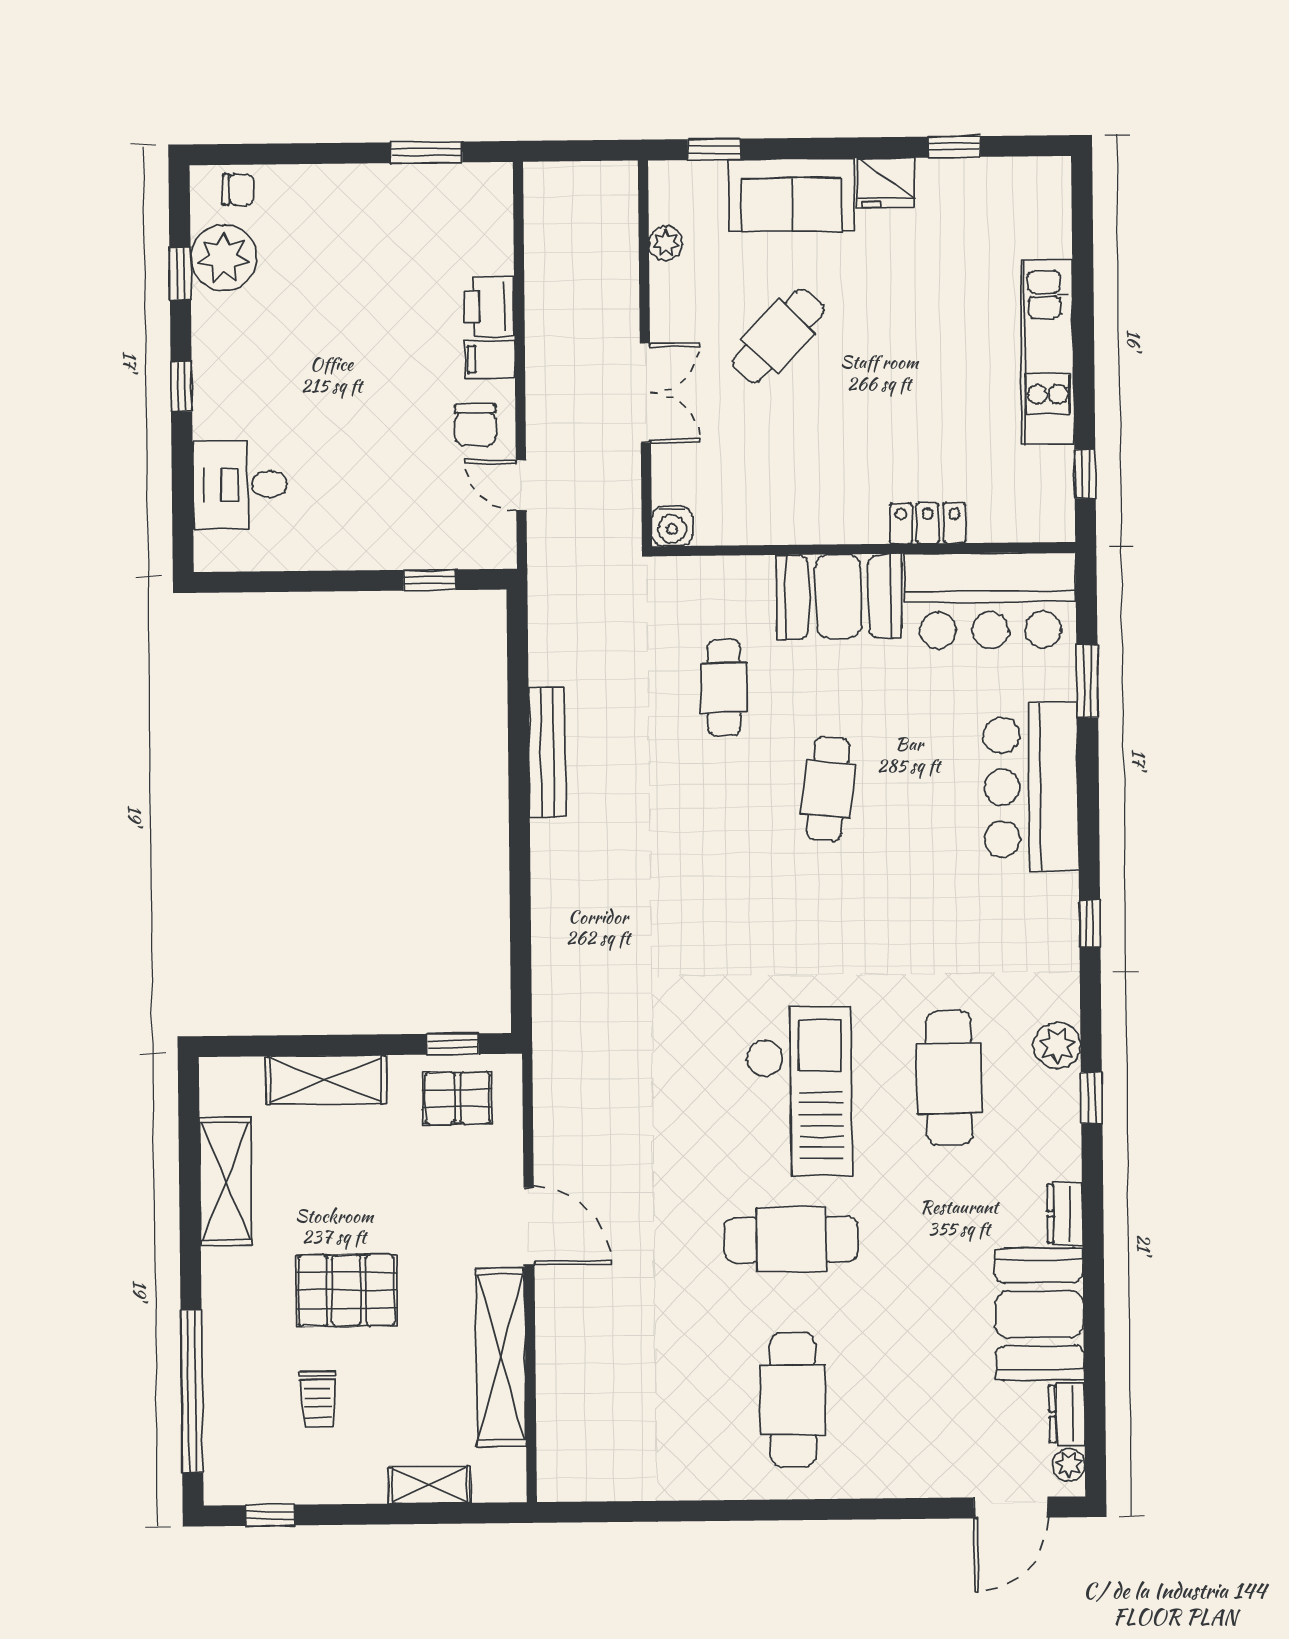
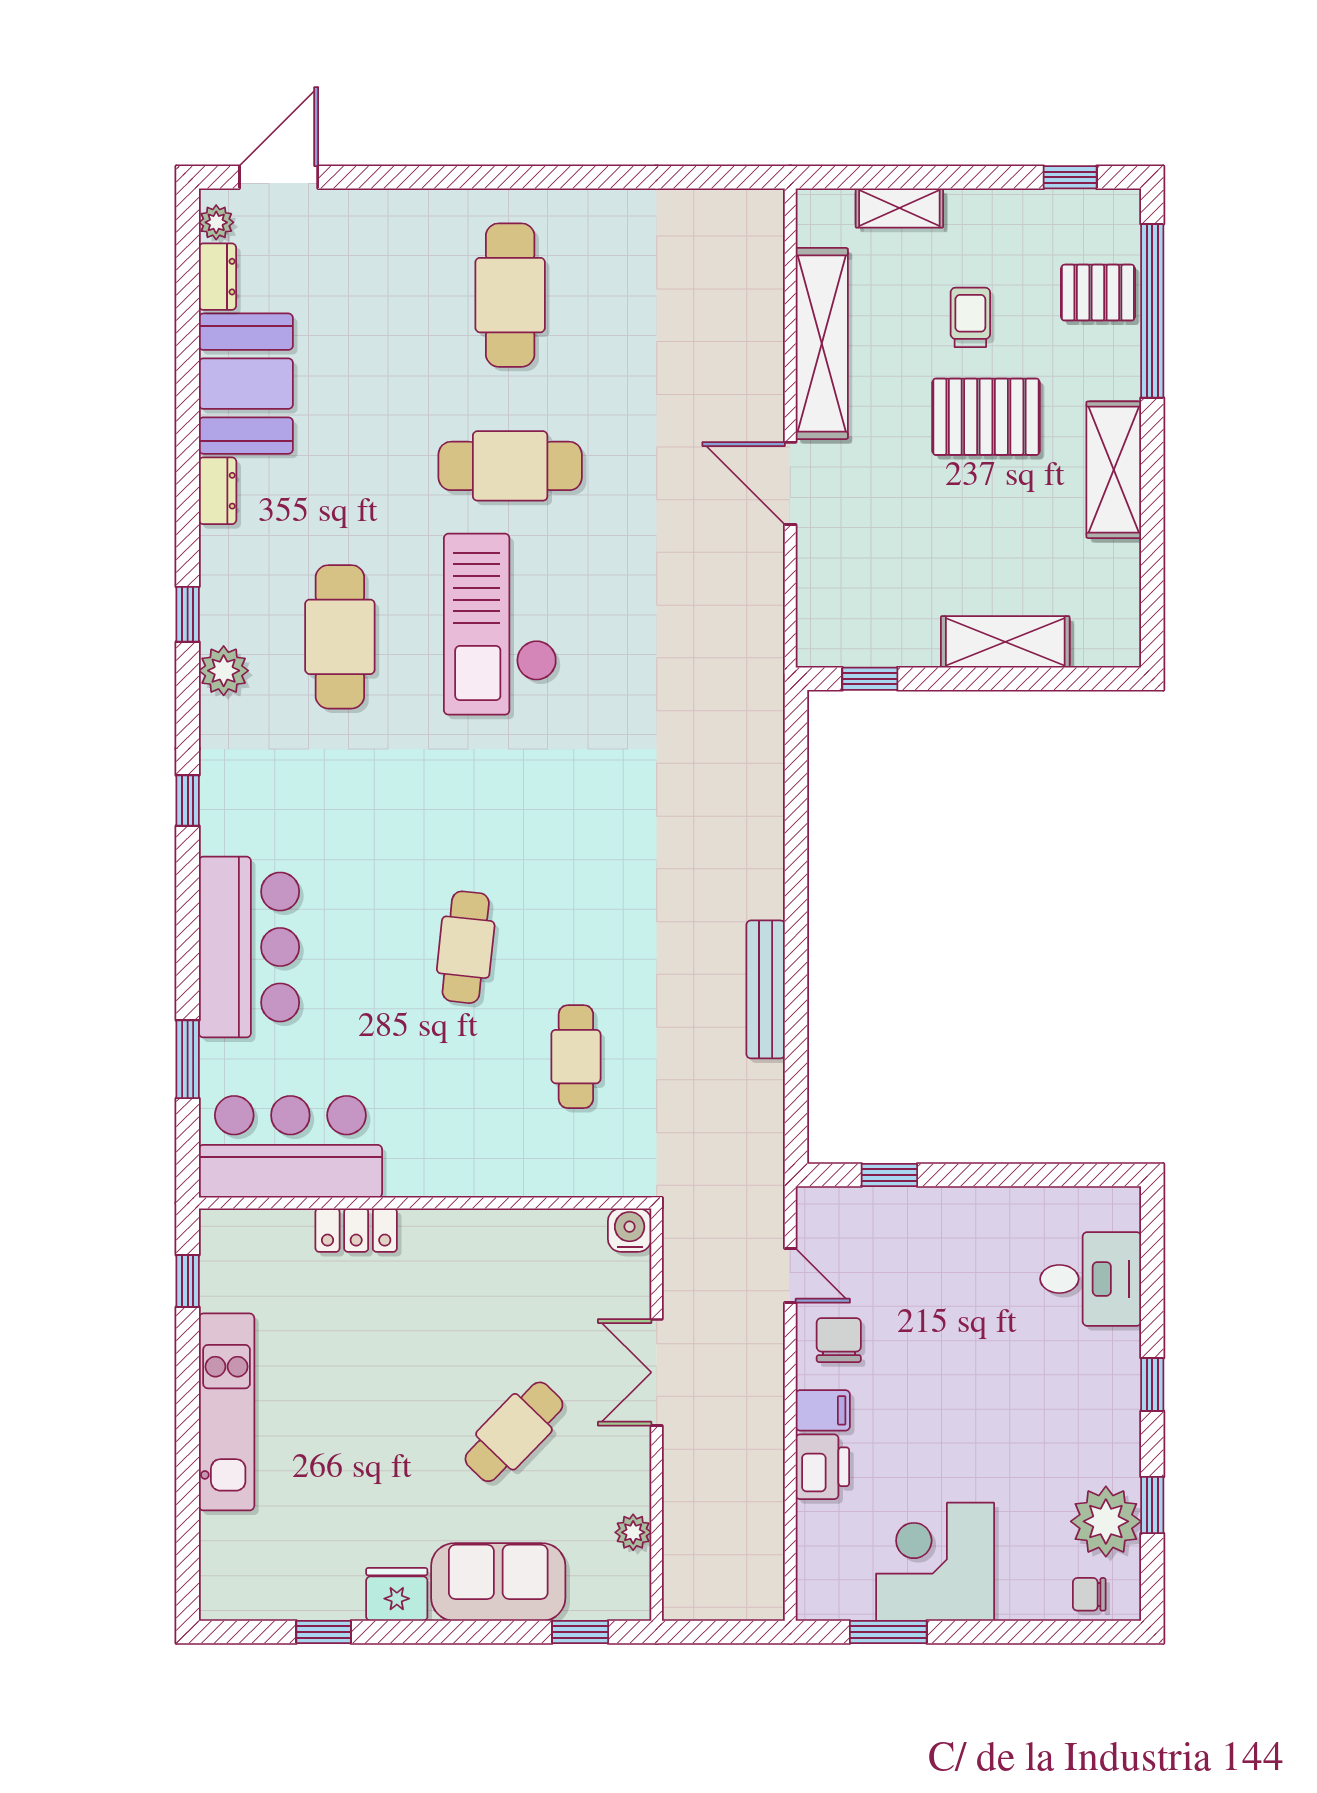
corner desk: (383, 218) -> (935, 1562), added
booth: (839, 596) -> (452, 1153), removed
pallet: (457, 1098) -> (1098, 293), moved
shelving: (226, 1181) -> (1114, 470), moved
trolley: (318, 1399) -> (970, 317), moved

